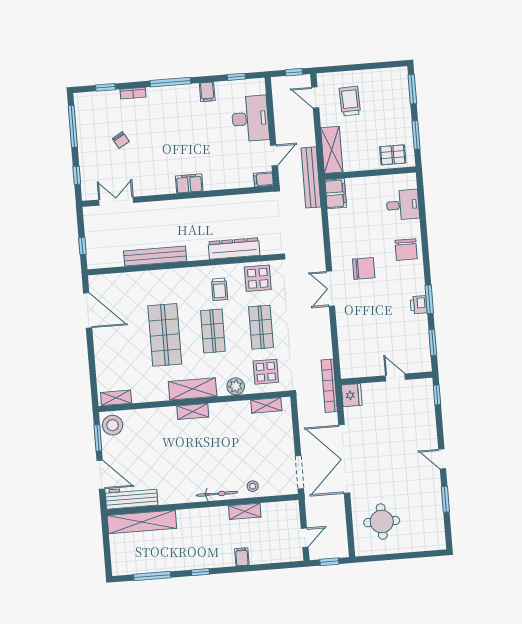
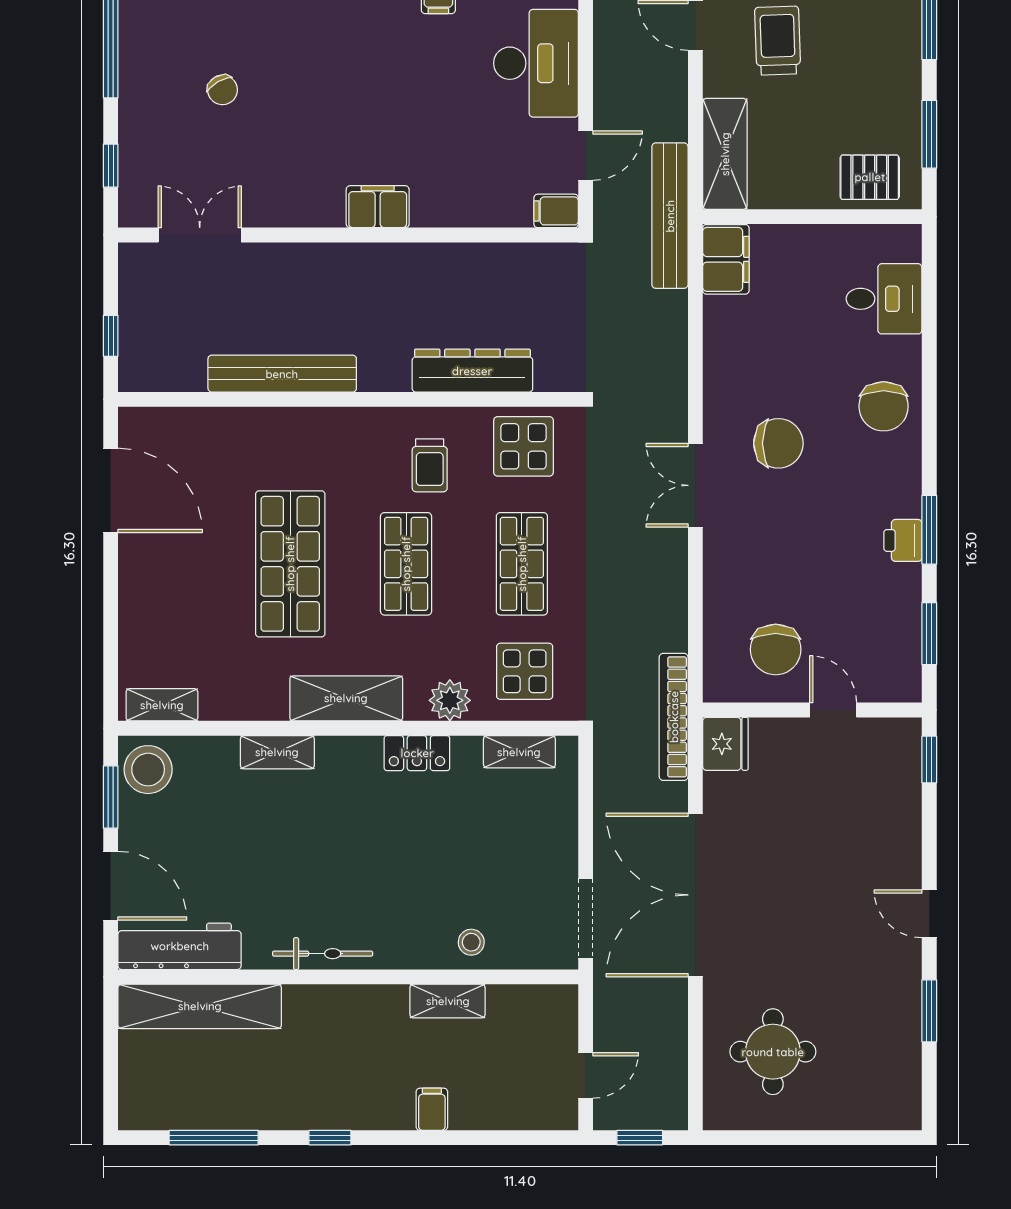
chair: (369, 354) -> (776, 649), added
locker: (224, 409) -> (417, 753), added
shelving: (193, 411) -> (277, 752), moved
bicycle: (217, 494) -> (323, 954), moved

